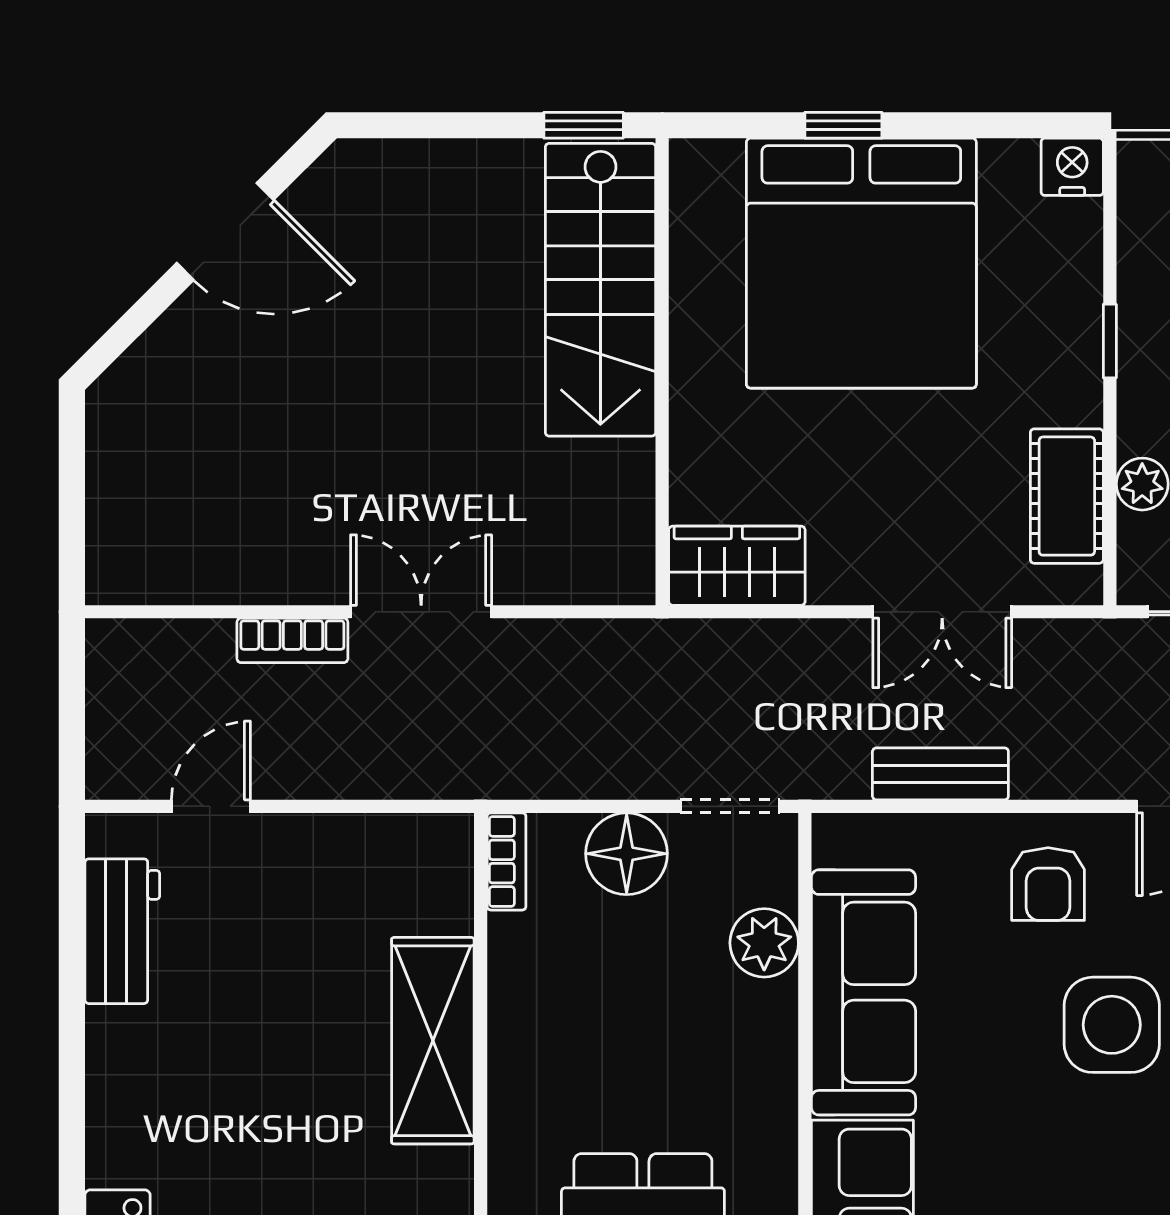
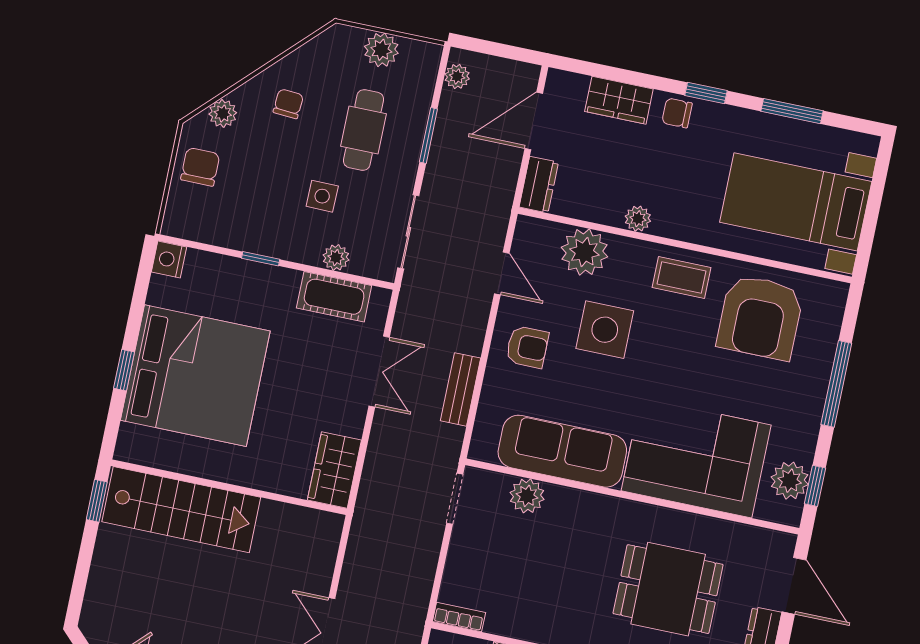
floor lamp: (627, 854) -> (468, 556), removed

